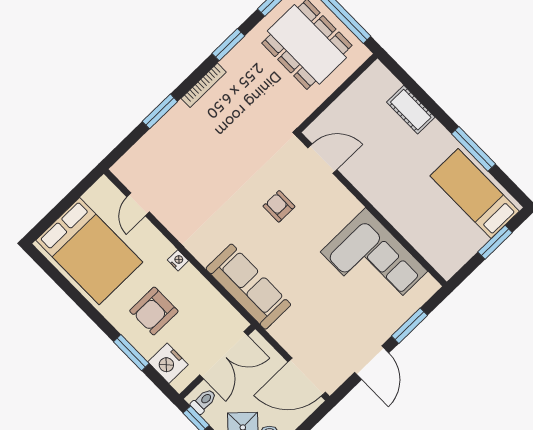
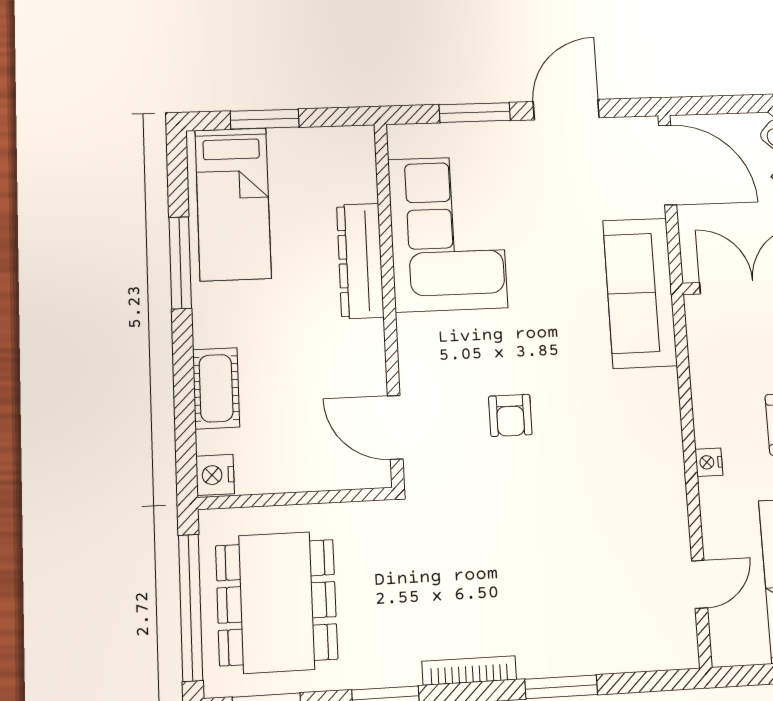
nightstand: (379, 74) -> (215, 475), added
dresser: (400, 217) -> (360, 261), added
sofa: (248, 287) -> (640, 293), moved

